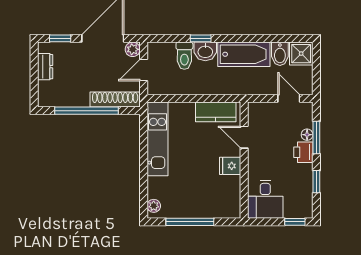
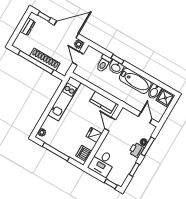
door: (144, 70) -> (78, 58), hinge flipped
shoe rack: (115, 99) -> (45, 60), moved
dishwasher: (231, 201) -> (84, 153), added

